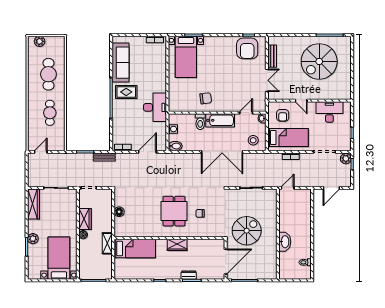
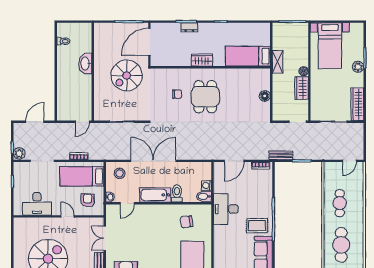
chair: (206, 98) -> (186, 222), moved
bidet: (175, 146) -> (204, 196), moved

